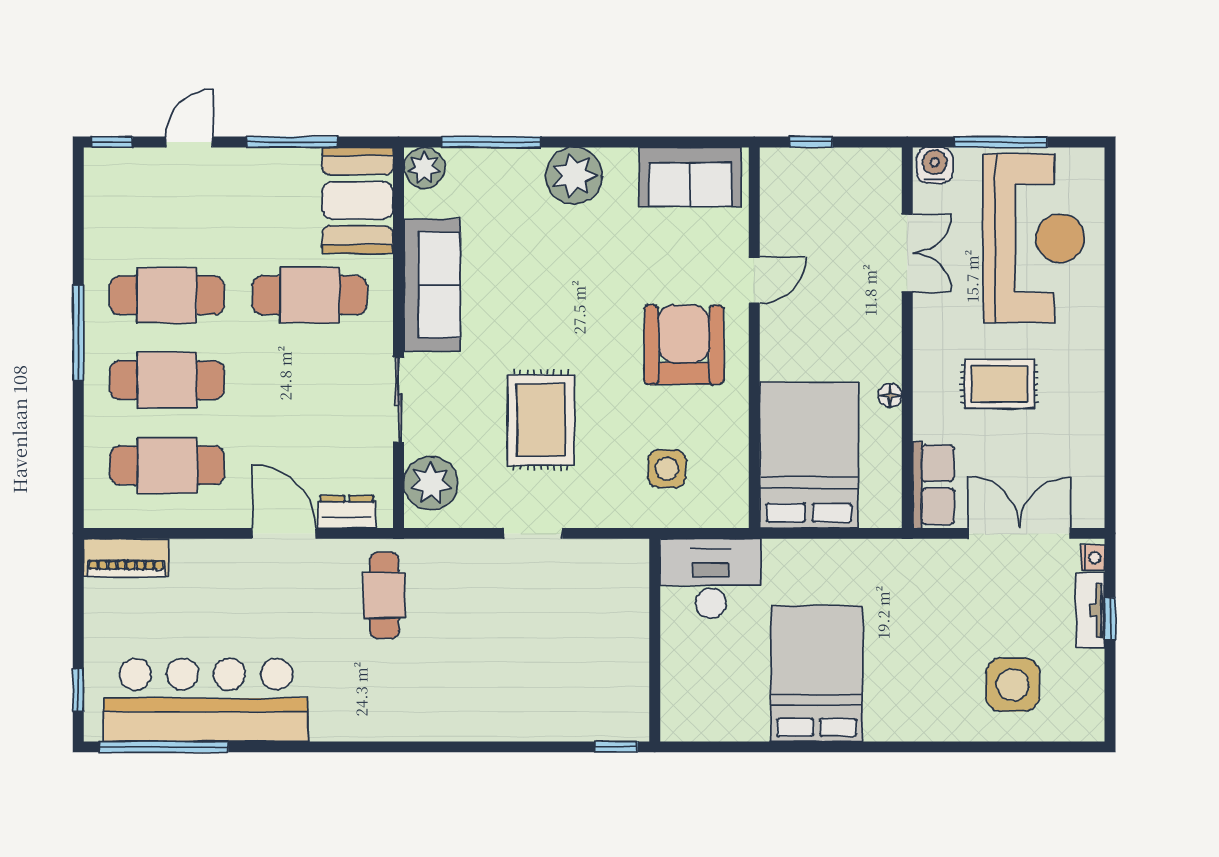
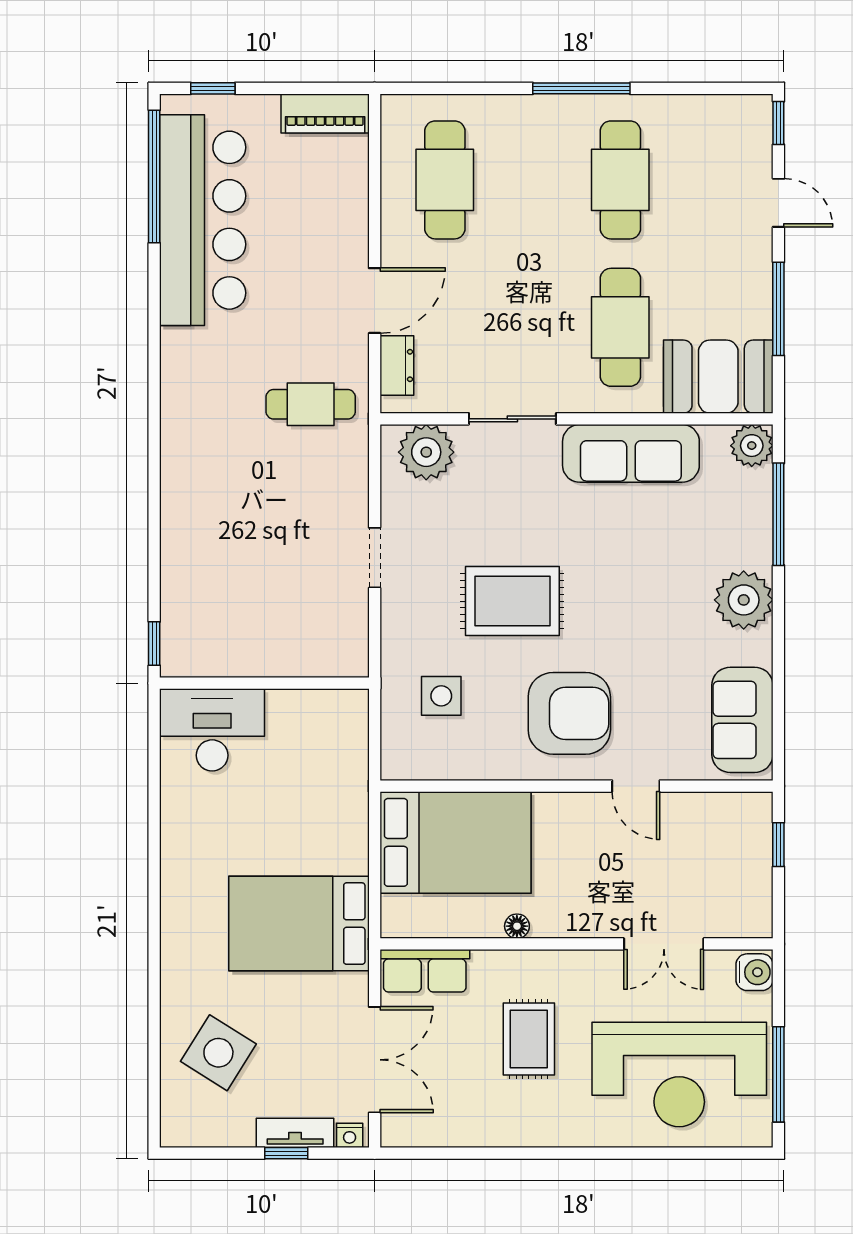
window: (1001, 142) -> (778, 1074), moved
cafe table: (167, 380) -> (533, 180), removed
rug: (541, 420) -> (512, 601), moved
piano: (126, 558) -> (325, 114), moved, turned -90
desk: (711, 579) -> (212, 730), moved, turned -90
bed: (817, 674) -> (299, 924), moved, turned 180
side table: (1013, 685) -> (218, 1053), turned 32

